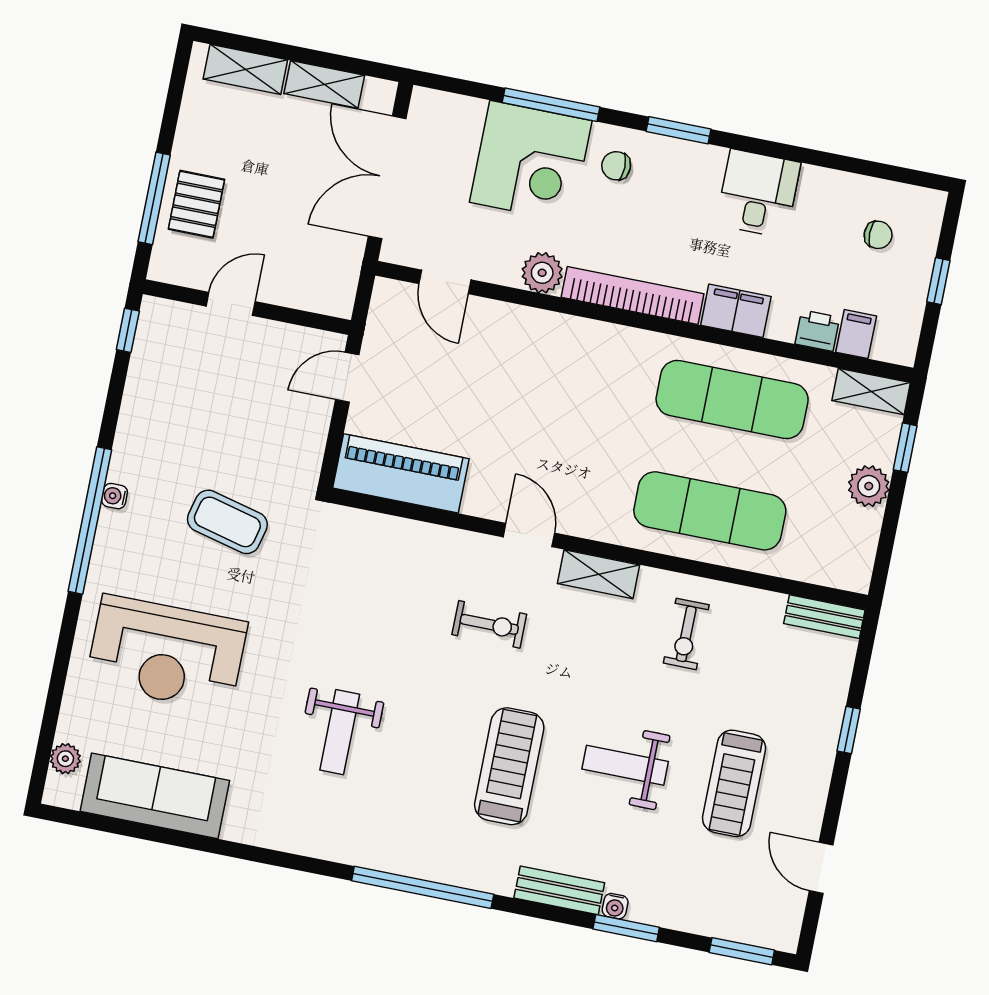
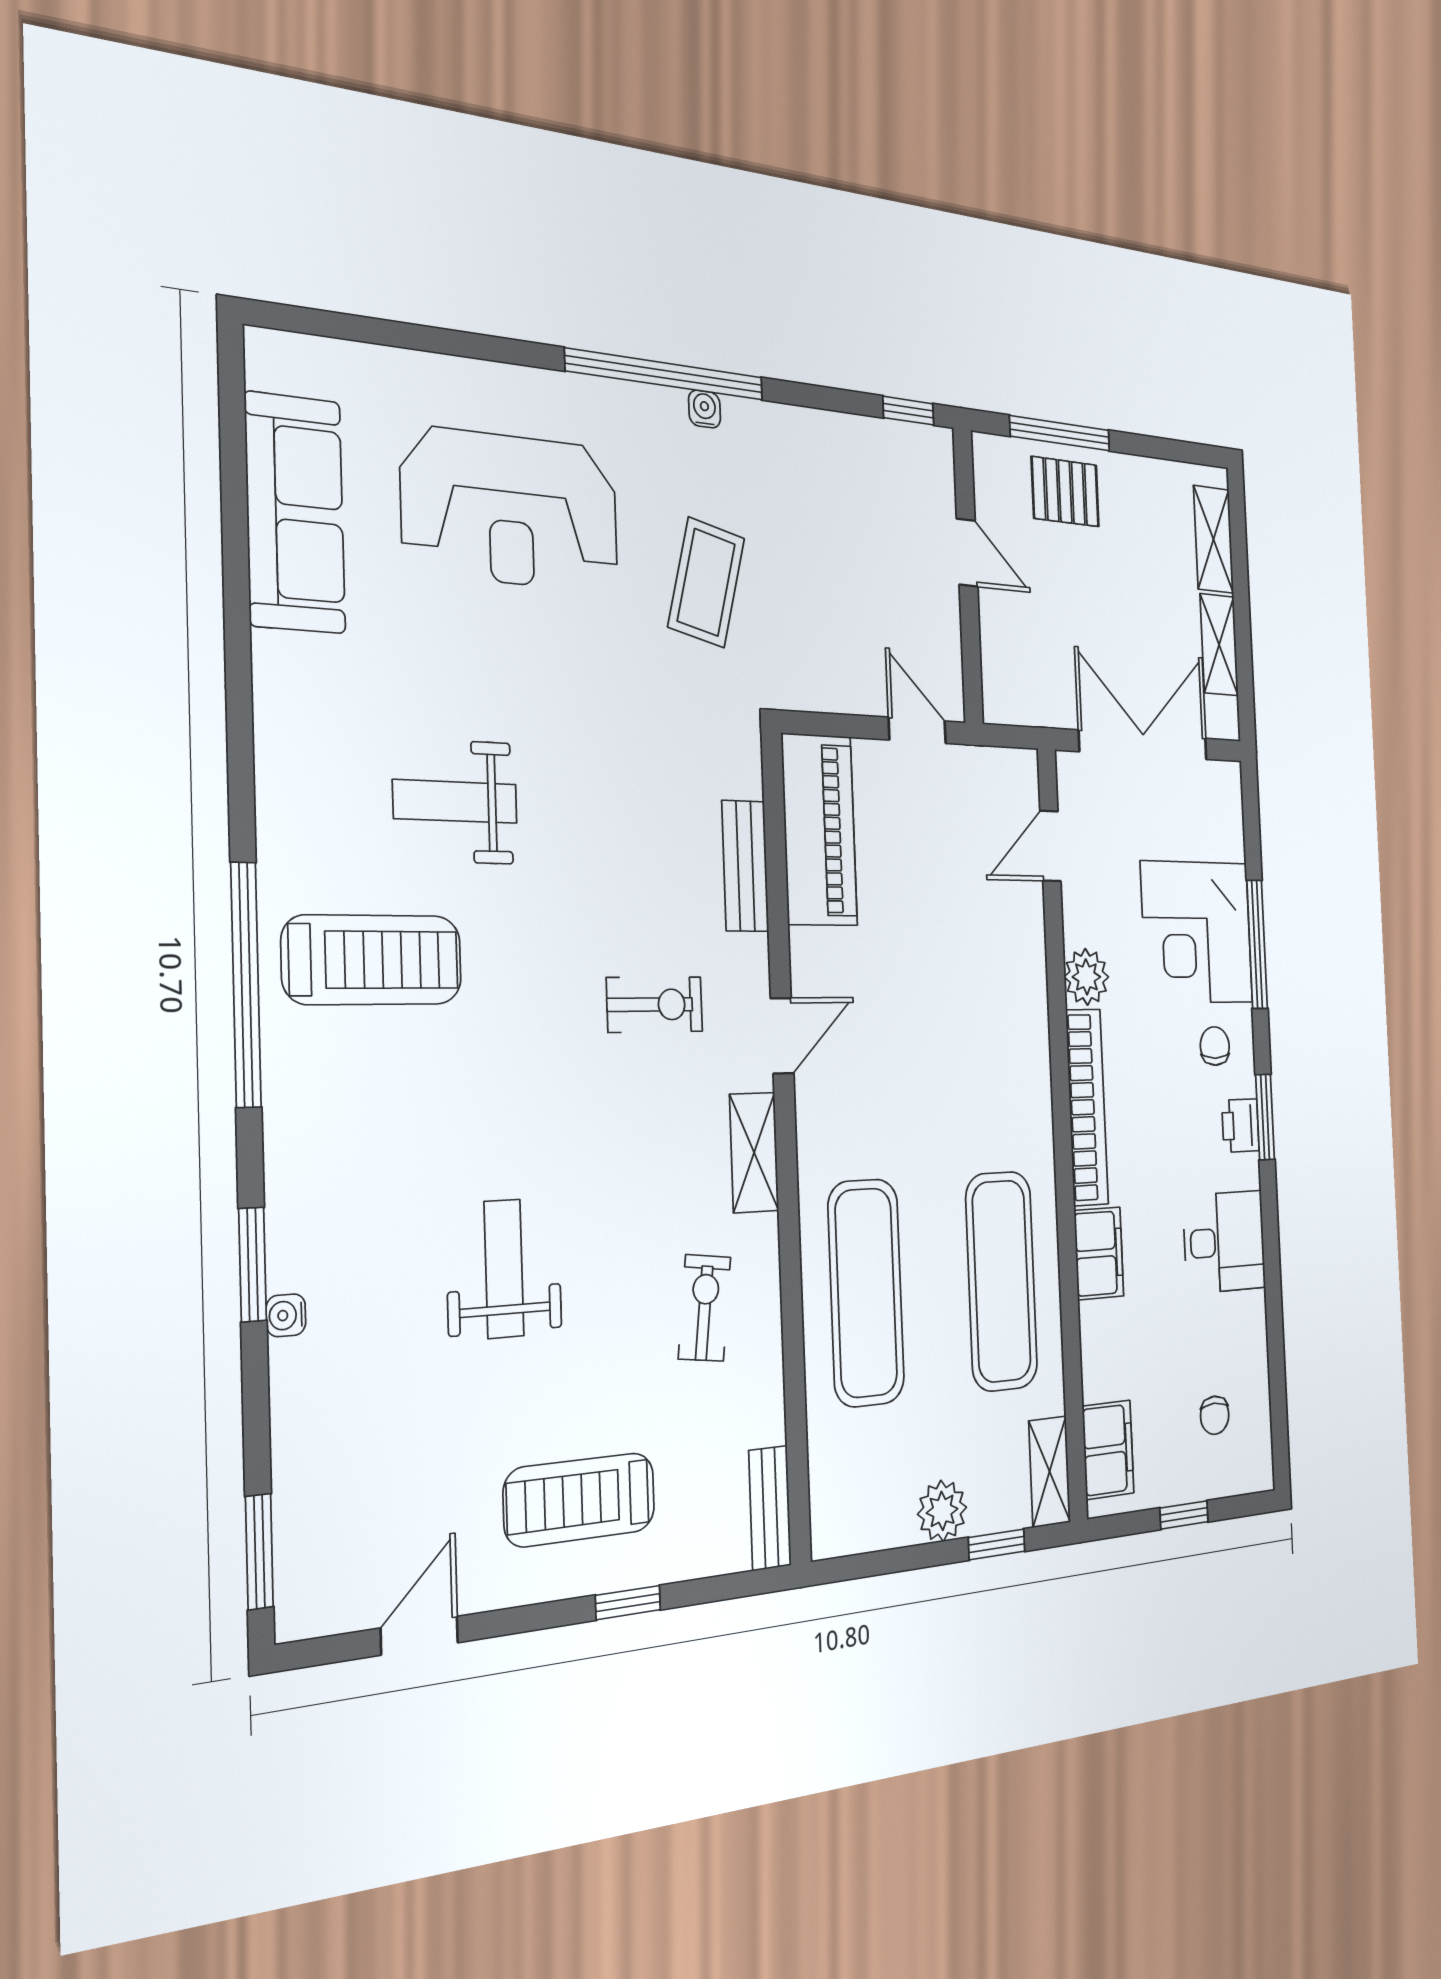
printer: (817, 331) -> (1241, 1126), moved, turned 180
filing cabinet: (856, 334) -> (1108, 1450), width x2.00
exercise bike: (489, 624) -> (655, 1005), turned -90
exercise bike: (686, 634) -> (705, 1308), turned 97
reception desk: (166, 653) -> (511, 510), turned -90
plant: (65, 759) -> (321, 360), removed
treadmill: (509, 766) -> (372, 960), moved
treadmill: (734, 783) -> (580, 1500), moved
bench: (559, 890) -> (745, 866), moved
window: (626, 928) -> (253, 1264), moved

